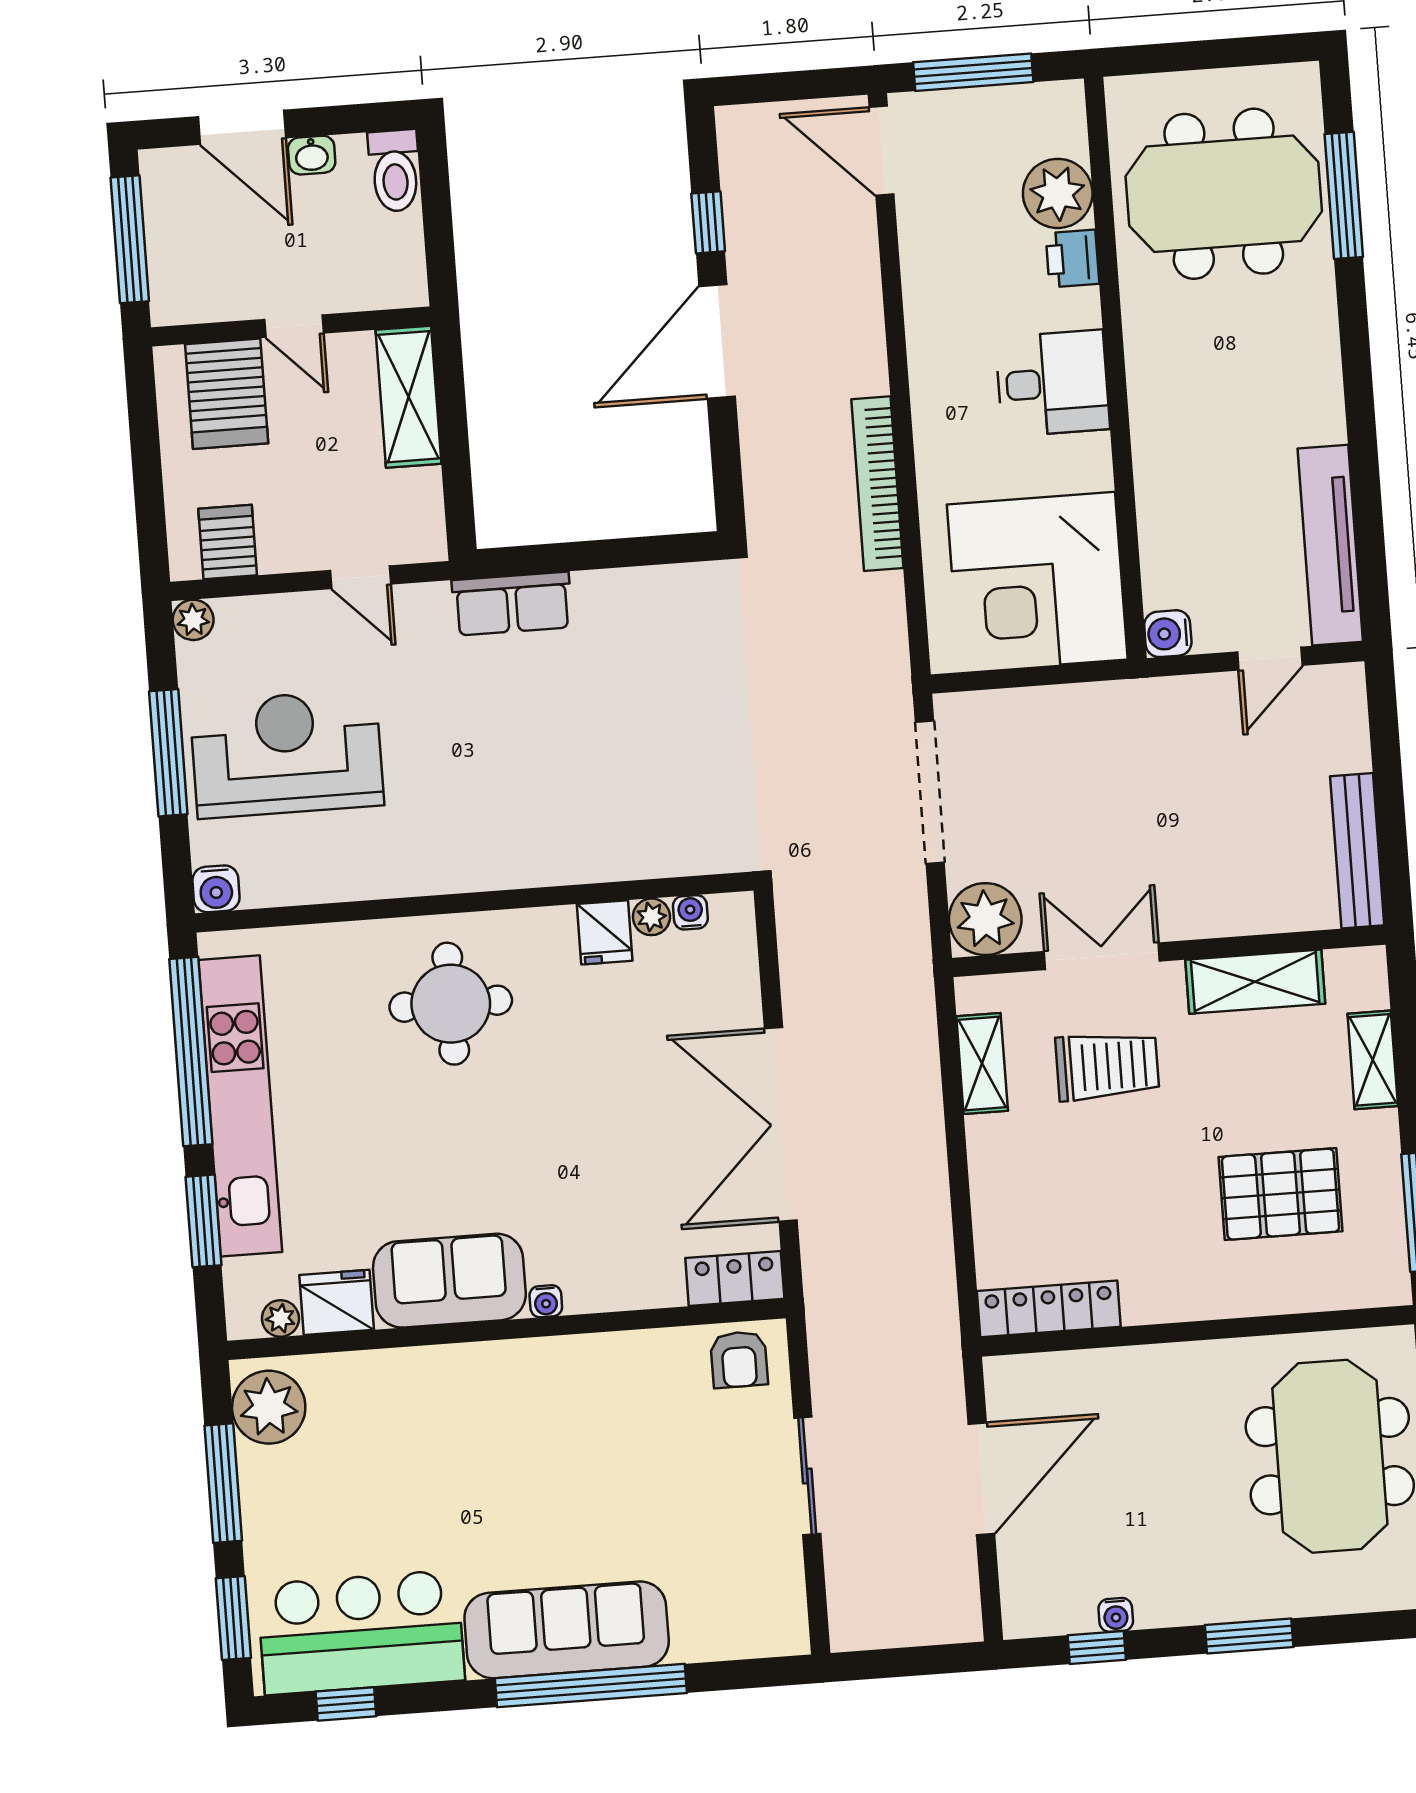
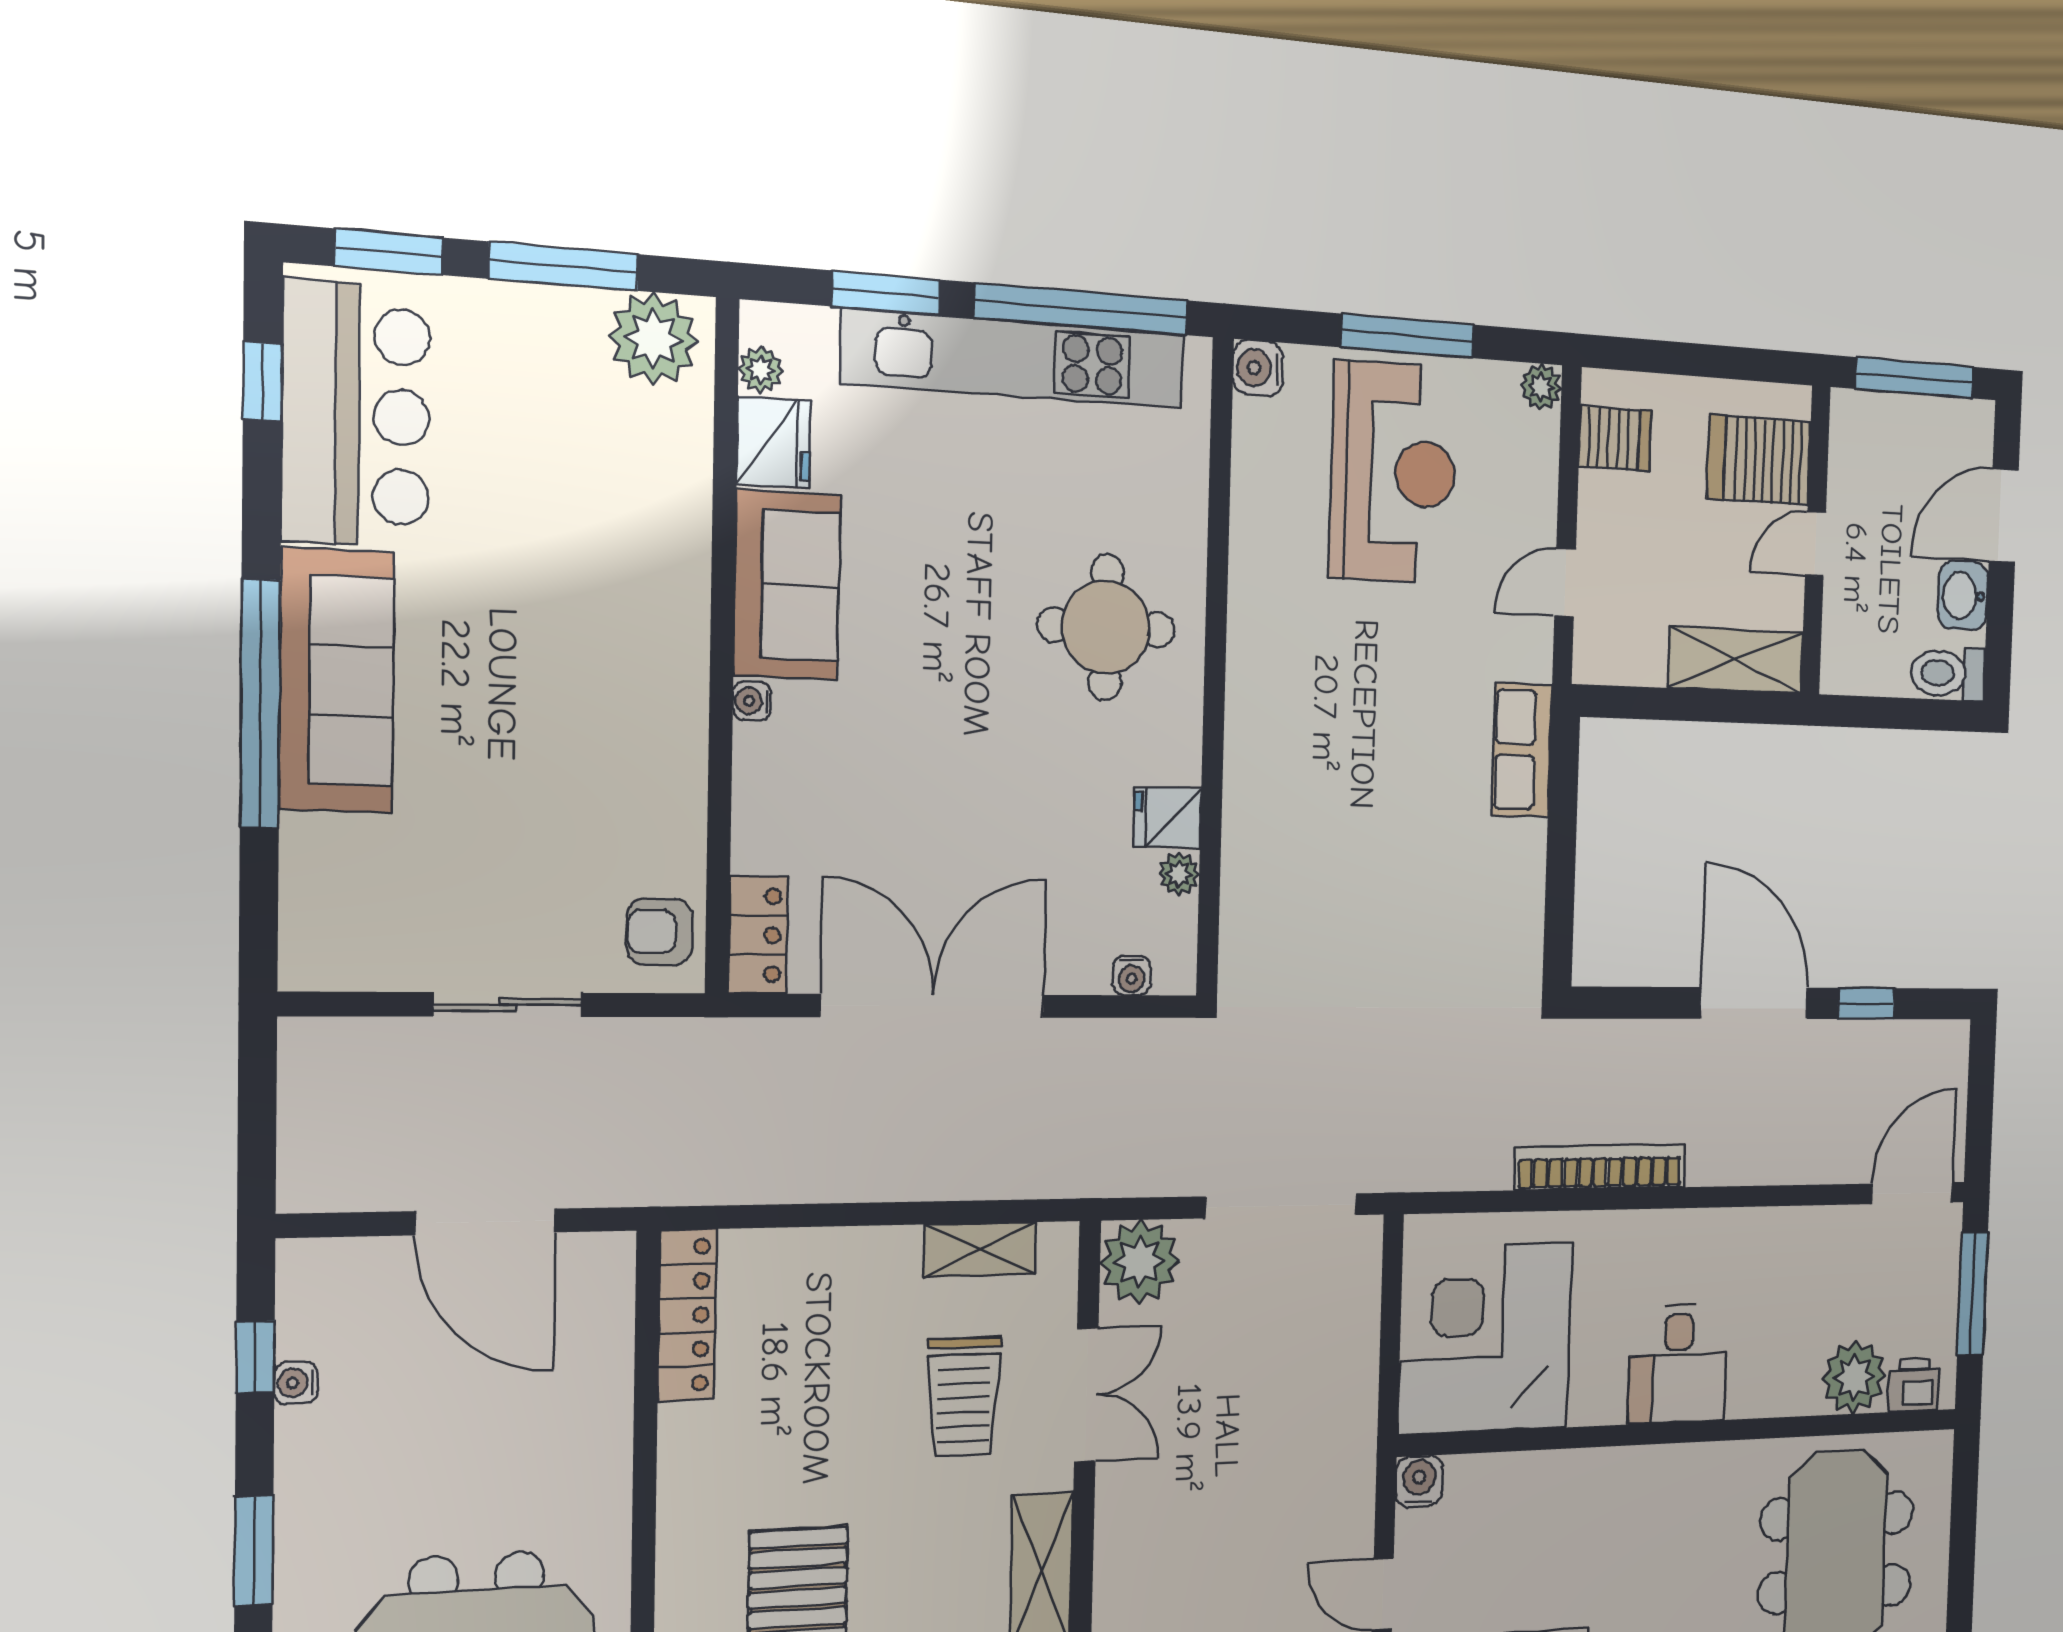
washbasin: (312, 155) -> (1963, 595), width x1.38, depth x1.45
printer: (1072, 258) -> (1914, 1385), moved
water cooler: (690, 912) -> (1132, 976), moved, turned 90

